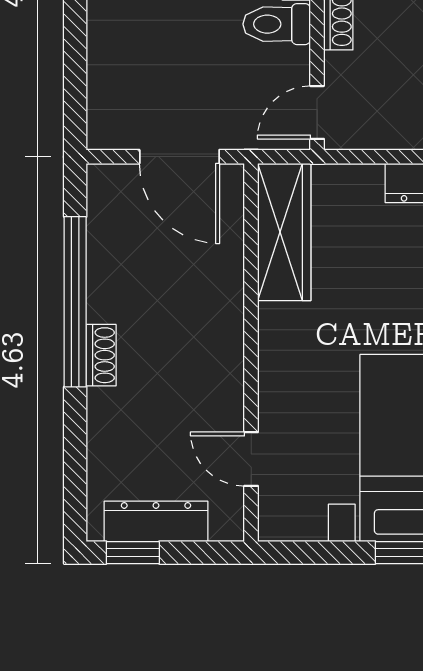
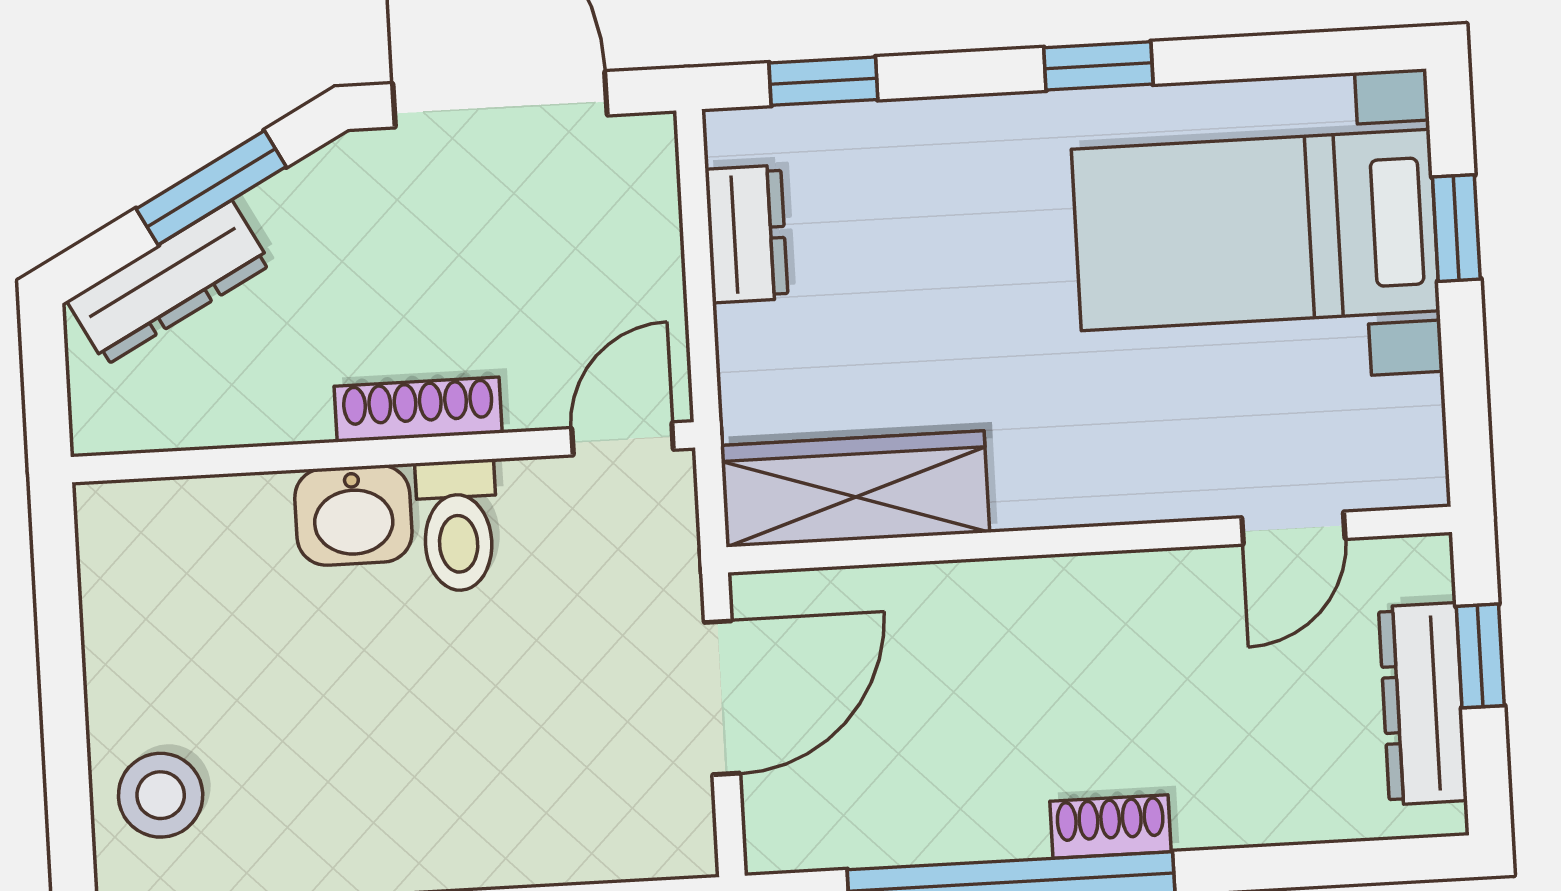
door: (317, 112) -> (623, 439), swing flipped
window: (133, 553) -> (1480, 656), moved

